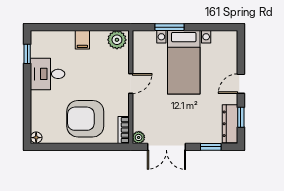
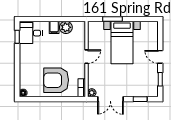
plant: (117, 40) -> (66, 27), moved
desk: (48, 74) -> (31, 33), moved
door: (241, 84) -> (160, 57), hinge flipped
dresser: (230, 124) -> (153, 84), removed

